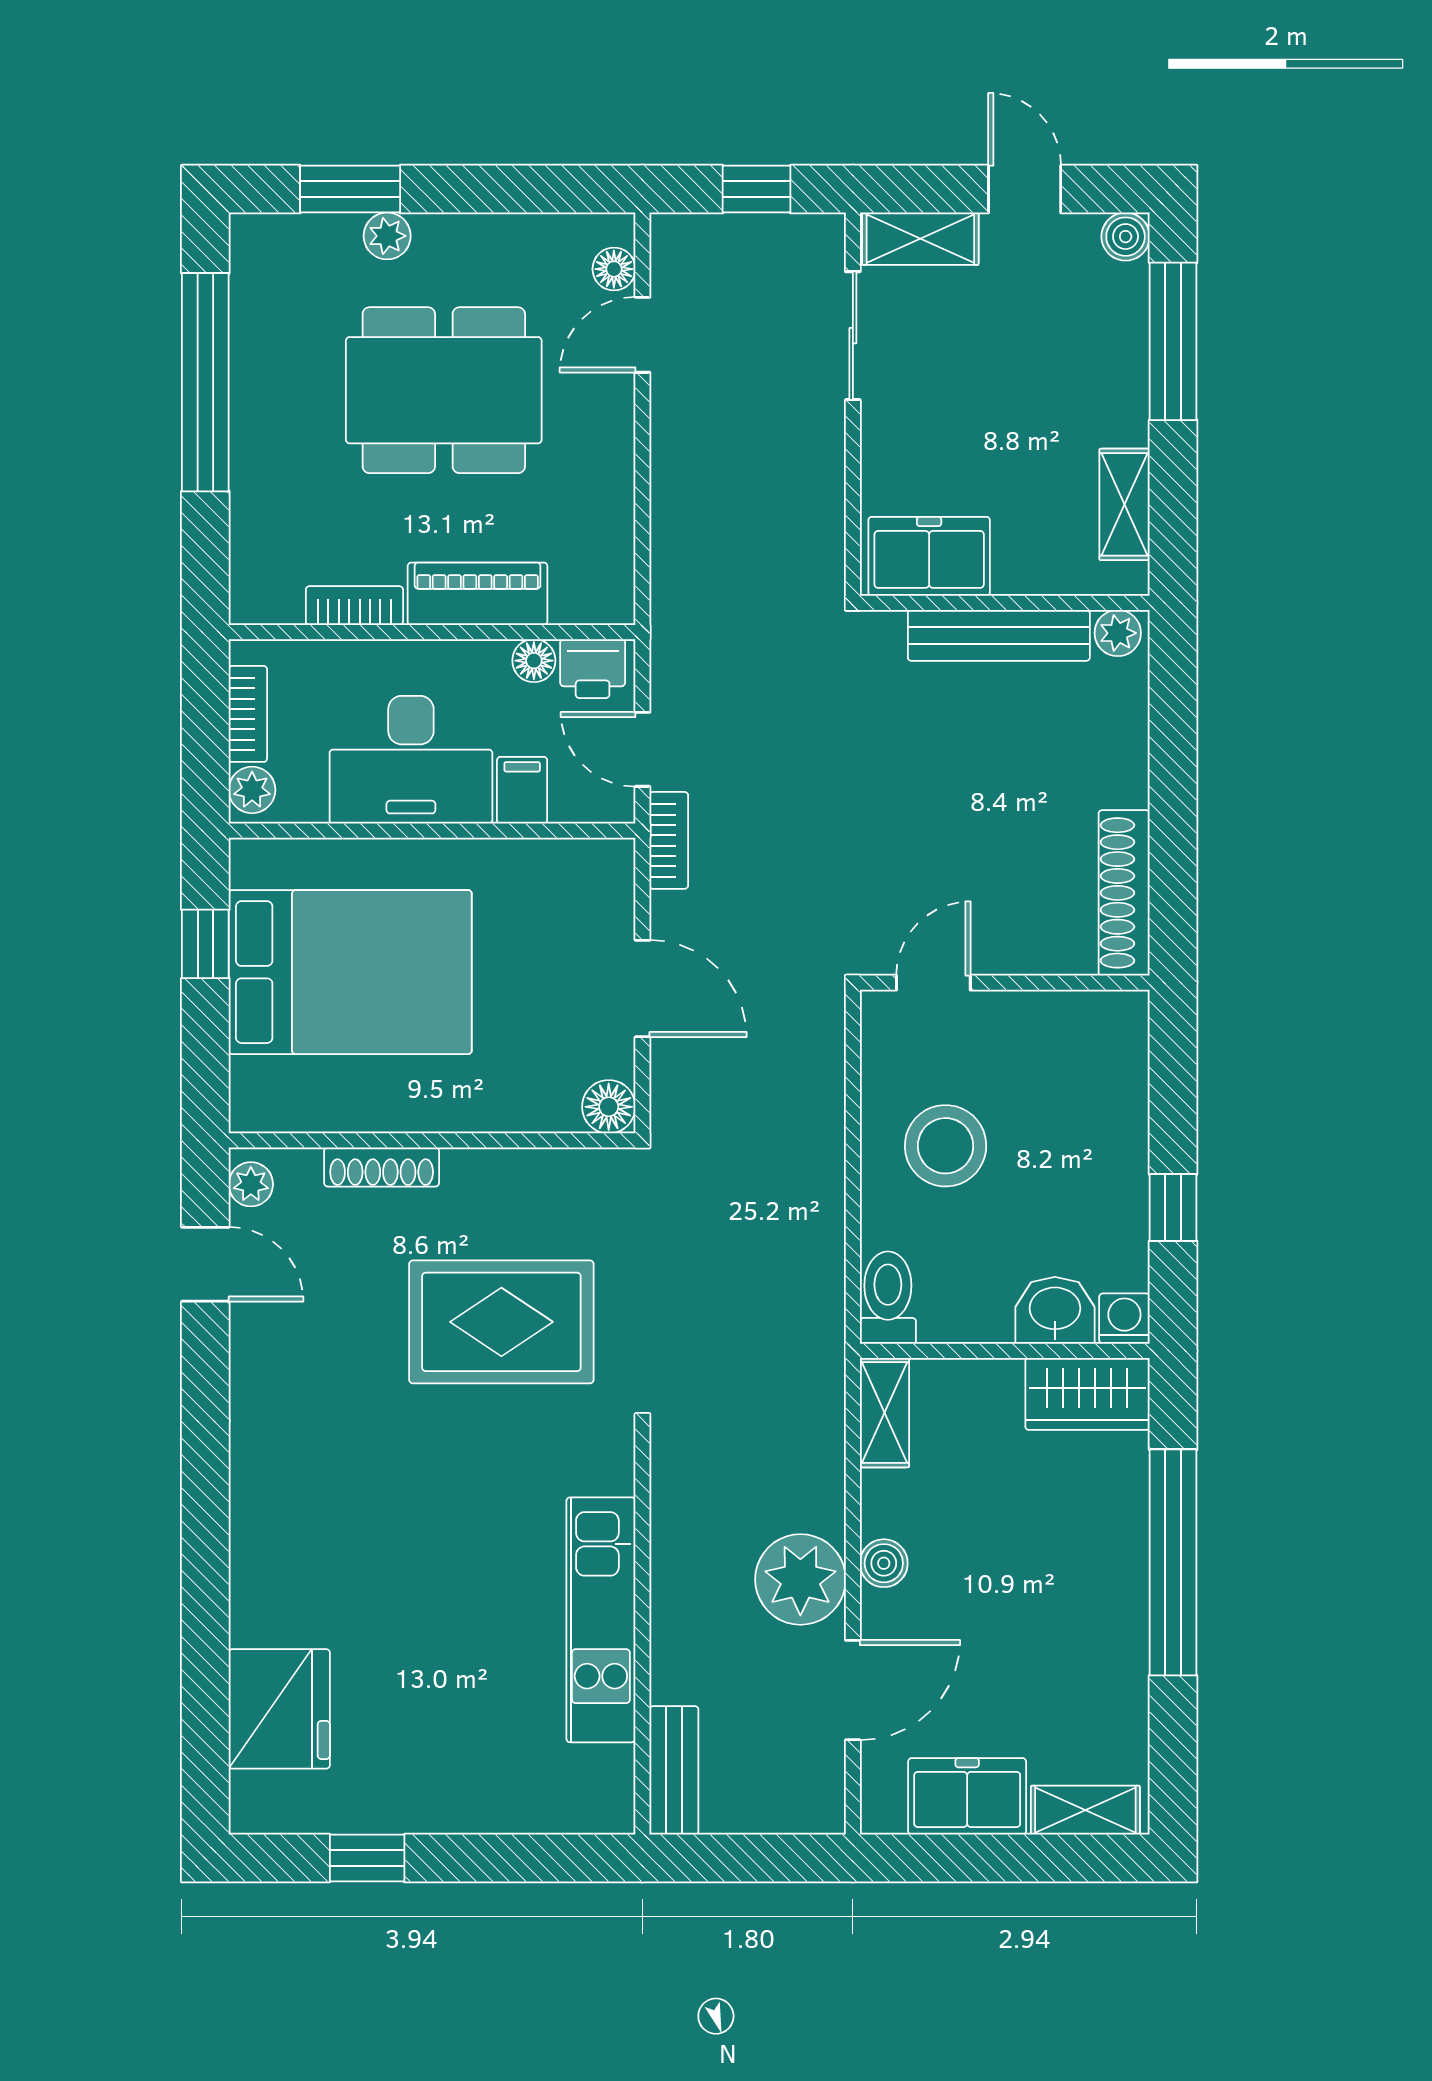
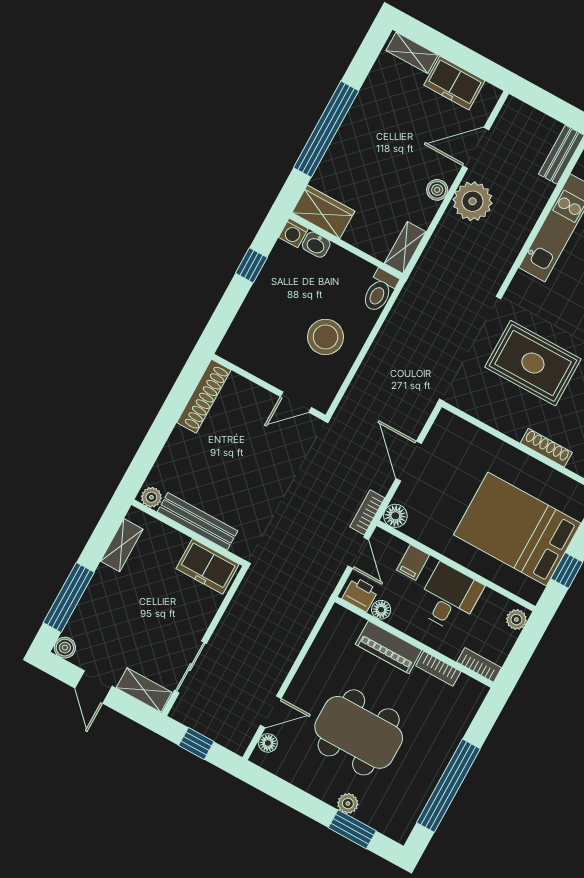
bookcase: (248, 714) -> (479, 665), moved, turned 90
desk: (411, 760) -> (449, 598), width x0.73
floor lamp: (609, 1107) -> (395, 516), moved
washbasin: (1055, 1310) -> (316, 245), width x0.72, depth x0.69

